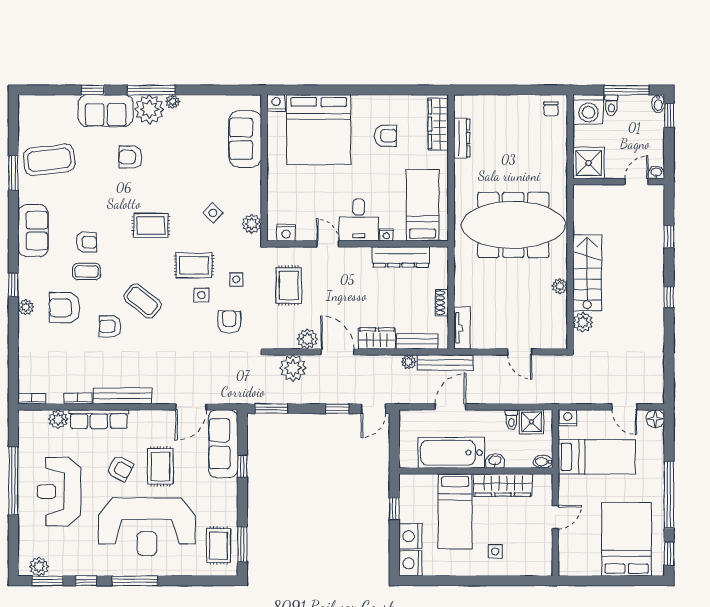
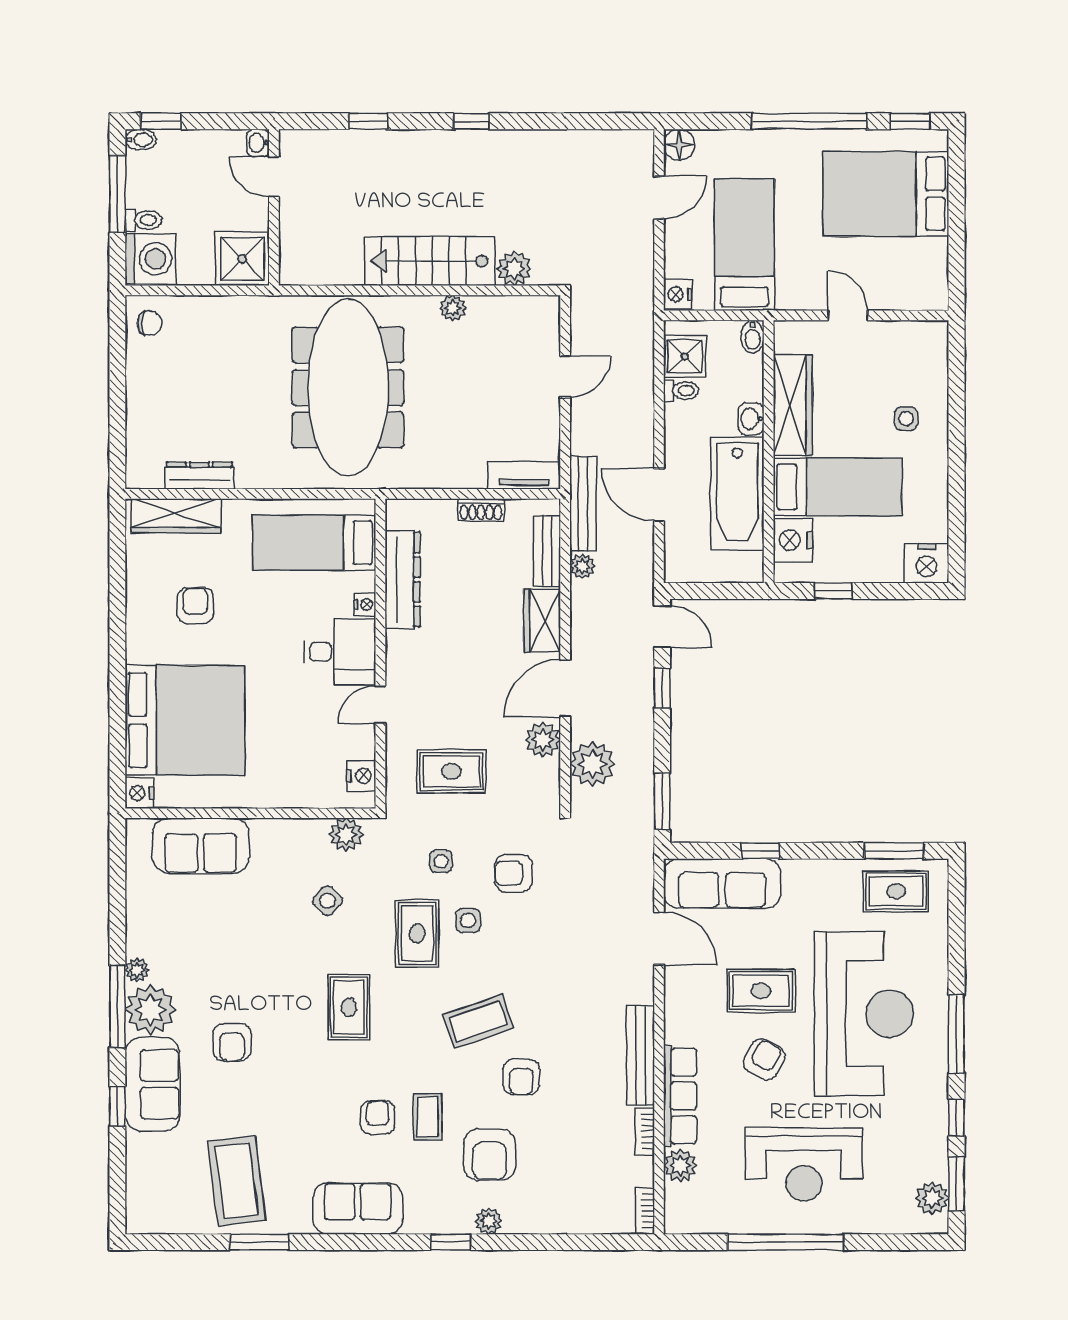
coffee table: (142, 301) -> (478, 1021), turned 32
nightstand: (410, 536) -> (793, 540), moved, turned 90

